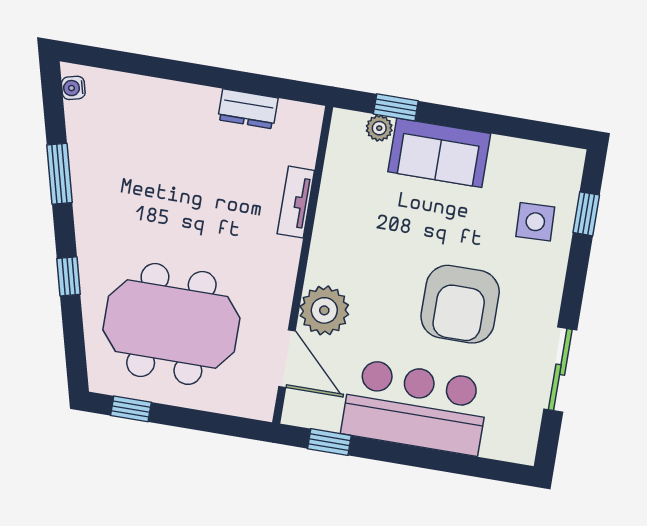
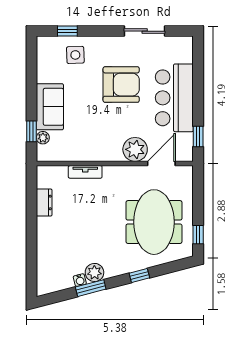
water cooler: (73, 88) -> (80, 280), moved
plant: (90, 187) -> (94, 272), added

